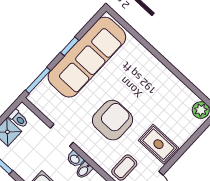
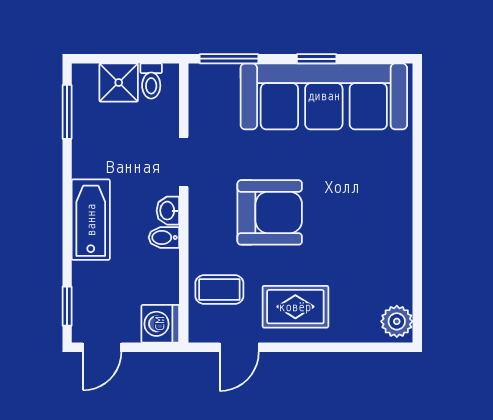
rug: (158, 144) -> (295, 307), turned 90

